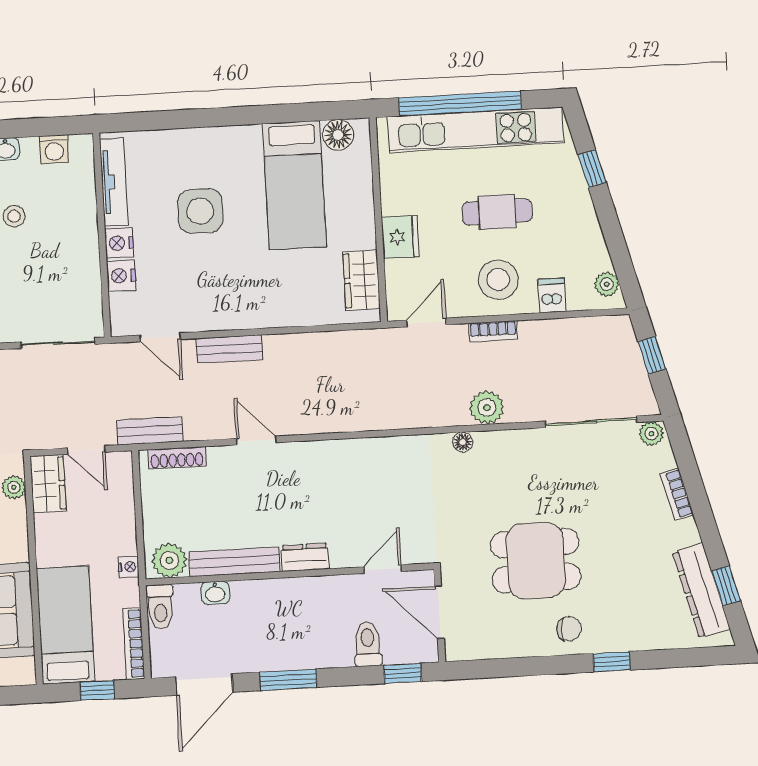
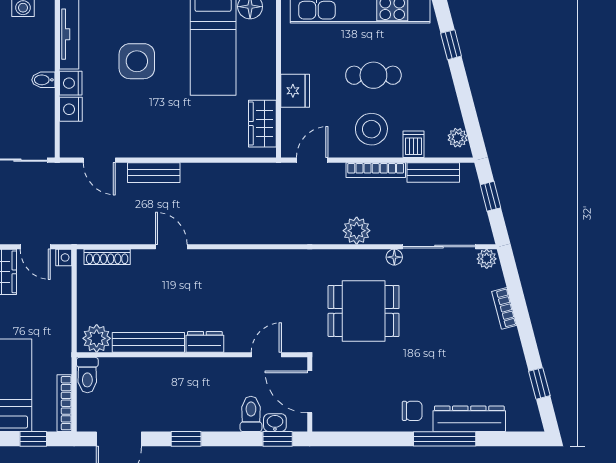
bidet: (85, 241) -> (43, 80), added
bookcase: (493, 331) -> (376, 170), width x1.56
bench: (150, 431) -> (433, 172), moved
floor lamp: (463, 442) -> (394, 257), moved
dining table: (536, 561) -> (364, 311), moved
nightstand: (129, 567) -> (64, 257), moved
dresser: (701, 591) -> (469, 419), moved, turned 105
washbasin: (215, 593) -> (275, 423), moved, turned 180
window: (611, 662) -> (445, 439), width x2.17
window: (288, 680) -> (186, 439), width x0.67

